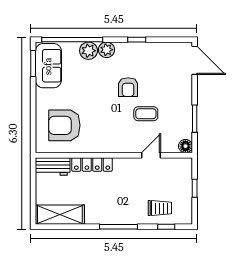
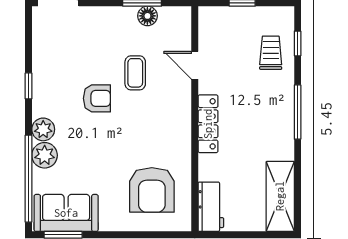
floor lamp: (185, 146) -> (147, 16), moved
locker: (92, 164) -> (208, 124), moved

